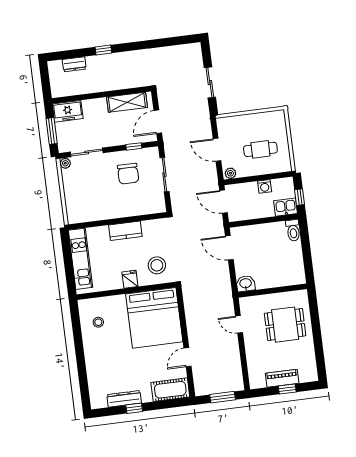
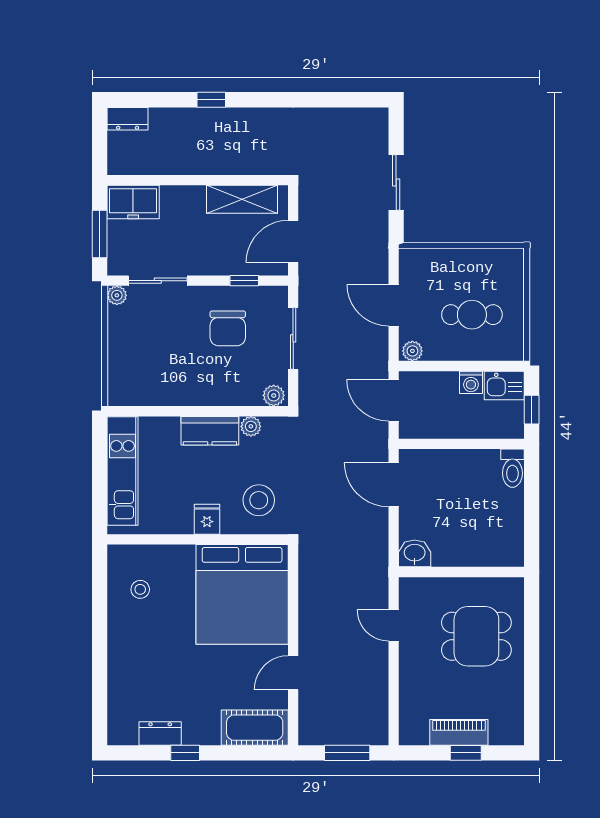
dresser: (74, 64) -> (128, 119), moved
plant: (158, 207) -> (274, 395), added
kitchen sink: (286, 207) -> (504, 385), moved, turned 180
plant: (147, 226) -> (251, 426), added
dresser: (124, 399) -> (160, 734), width x0.70

